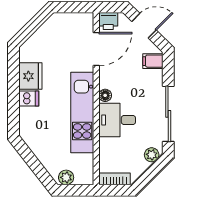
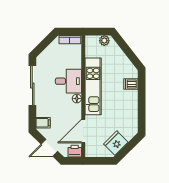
fridge: (30, 76) -> (116, 143), moved, turned 45
dishwasher: (29, 98) -> (131, 84), moved
plant: (152, 155) -> (44, 57), removed

